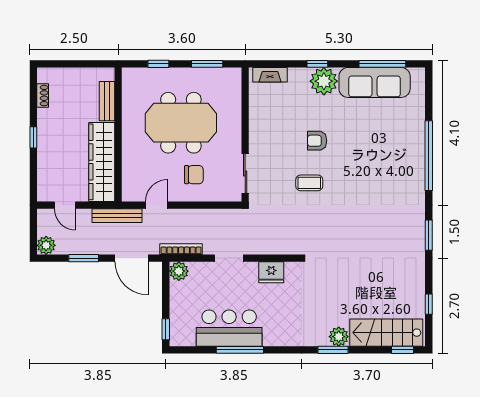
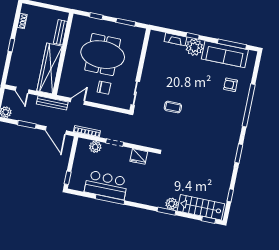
fireplace: (270, 75) -> (175, 39), moved
armchair: (317, 141) -> (230, 85), moved
plant: (179, 271) -> (95, 147), moved

